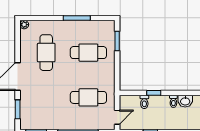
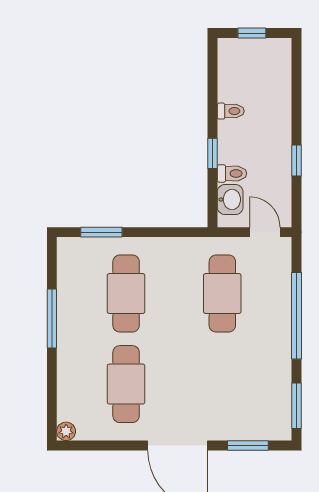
cafe table: (46, 53) -> (126, 384), turned 90
washbasin: (185, 101) -> (230, 200), moved

